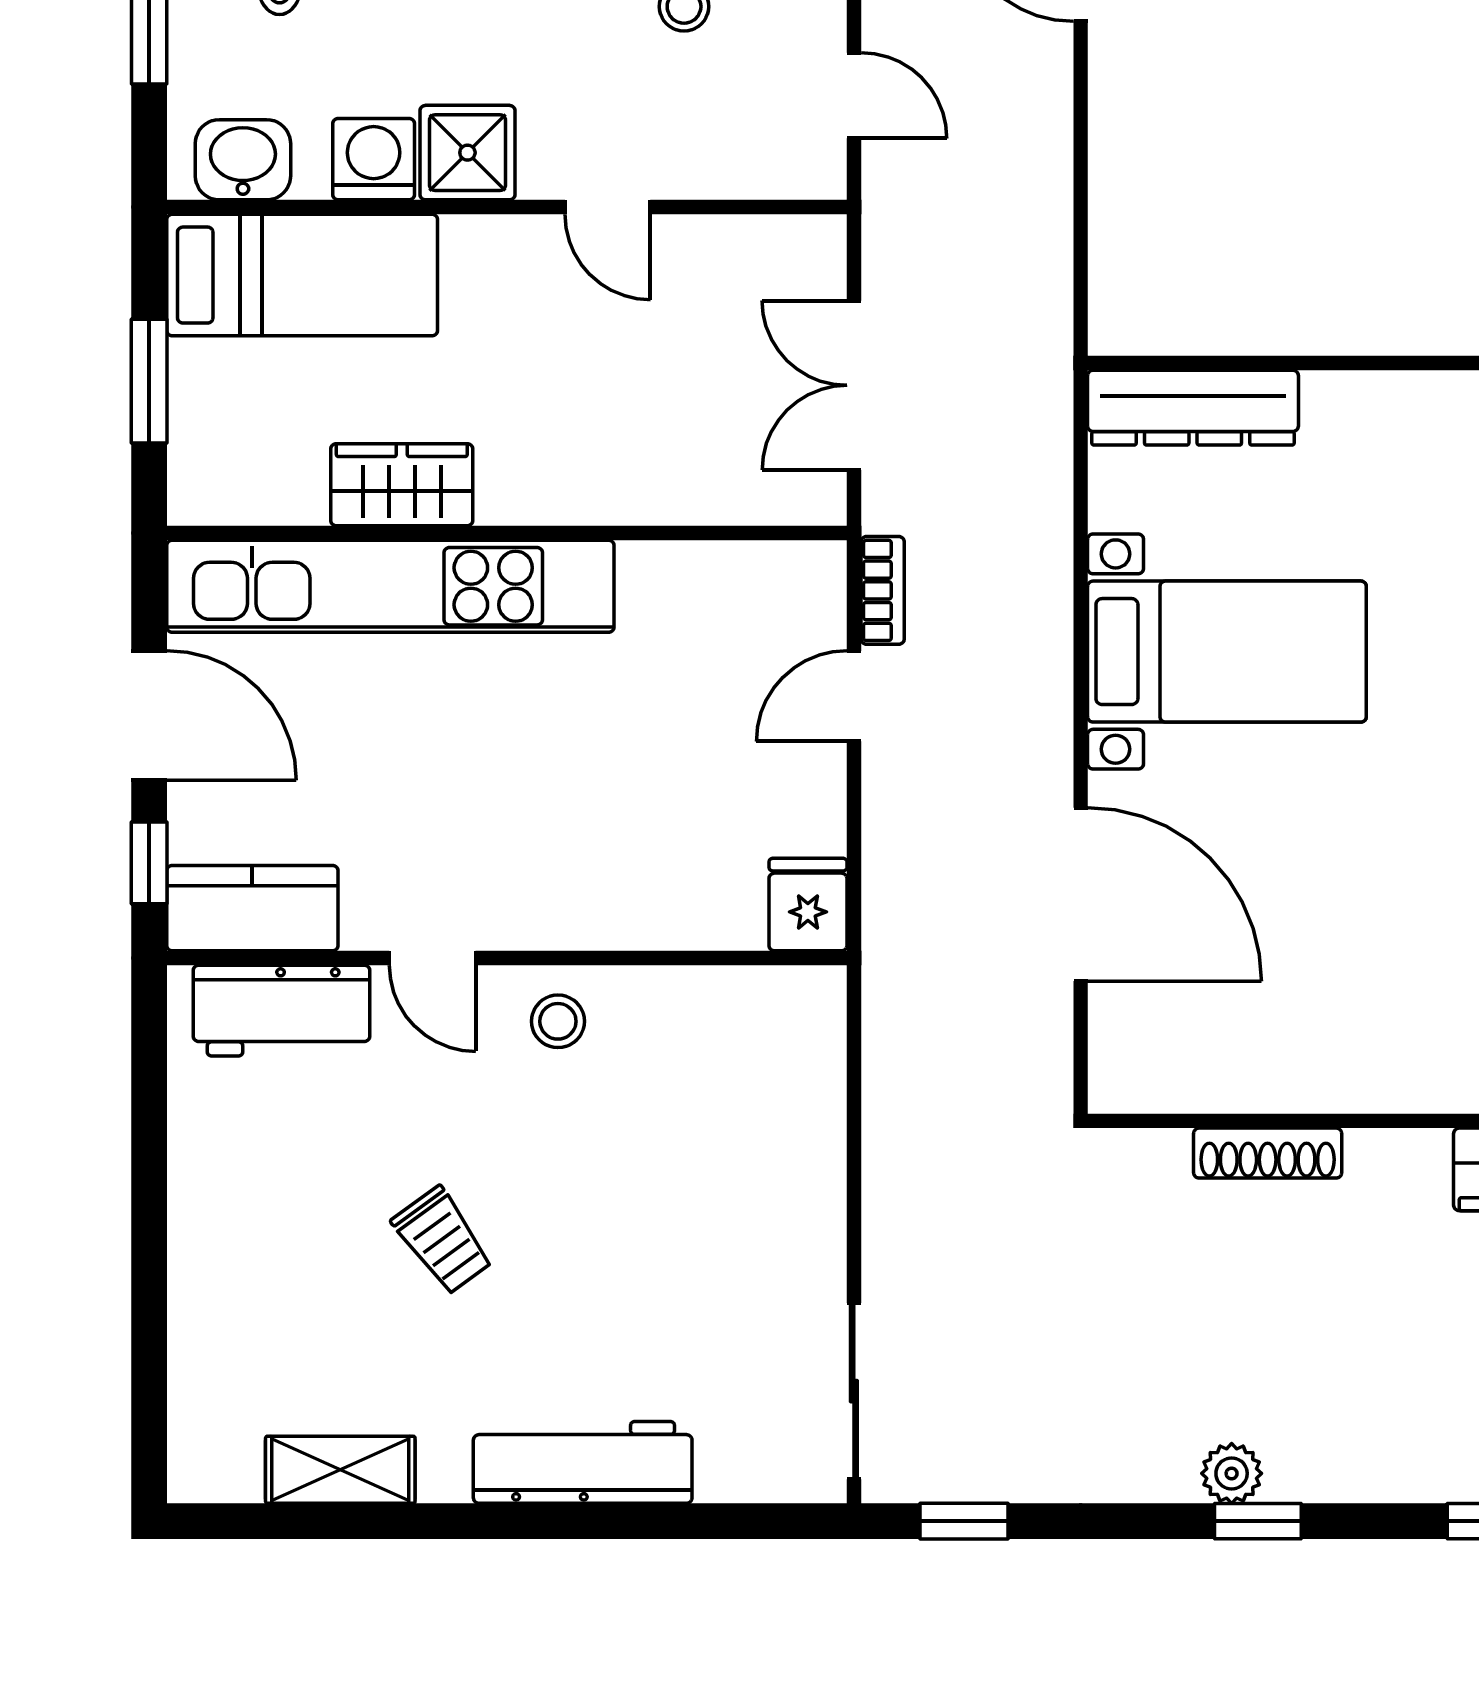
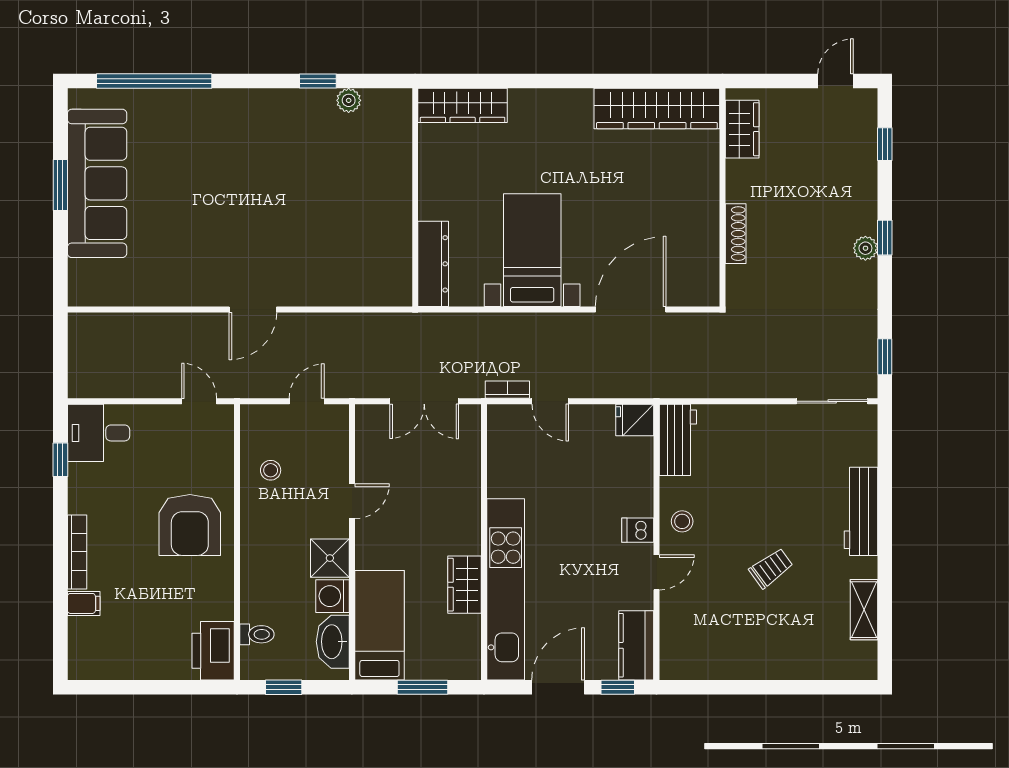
washbasin: (243, 160) -> (333, 642), width x1.38
dishwasher: (537, 912) -> (638, 530), added
workbench: (281, 1011) -> (678, 440), moved

